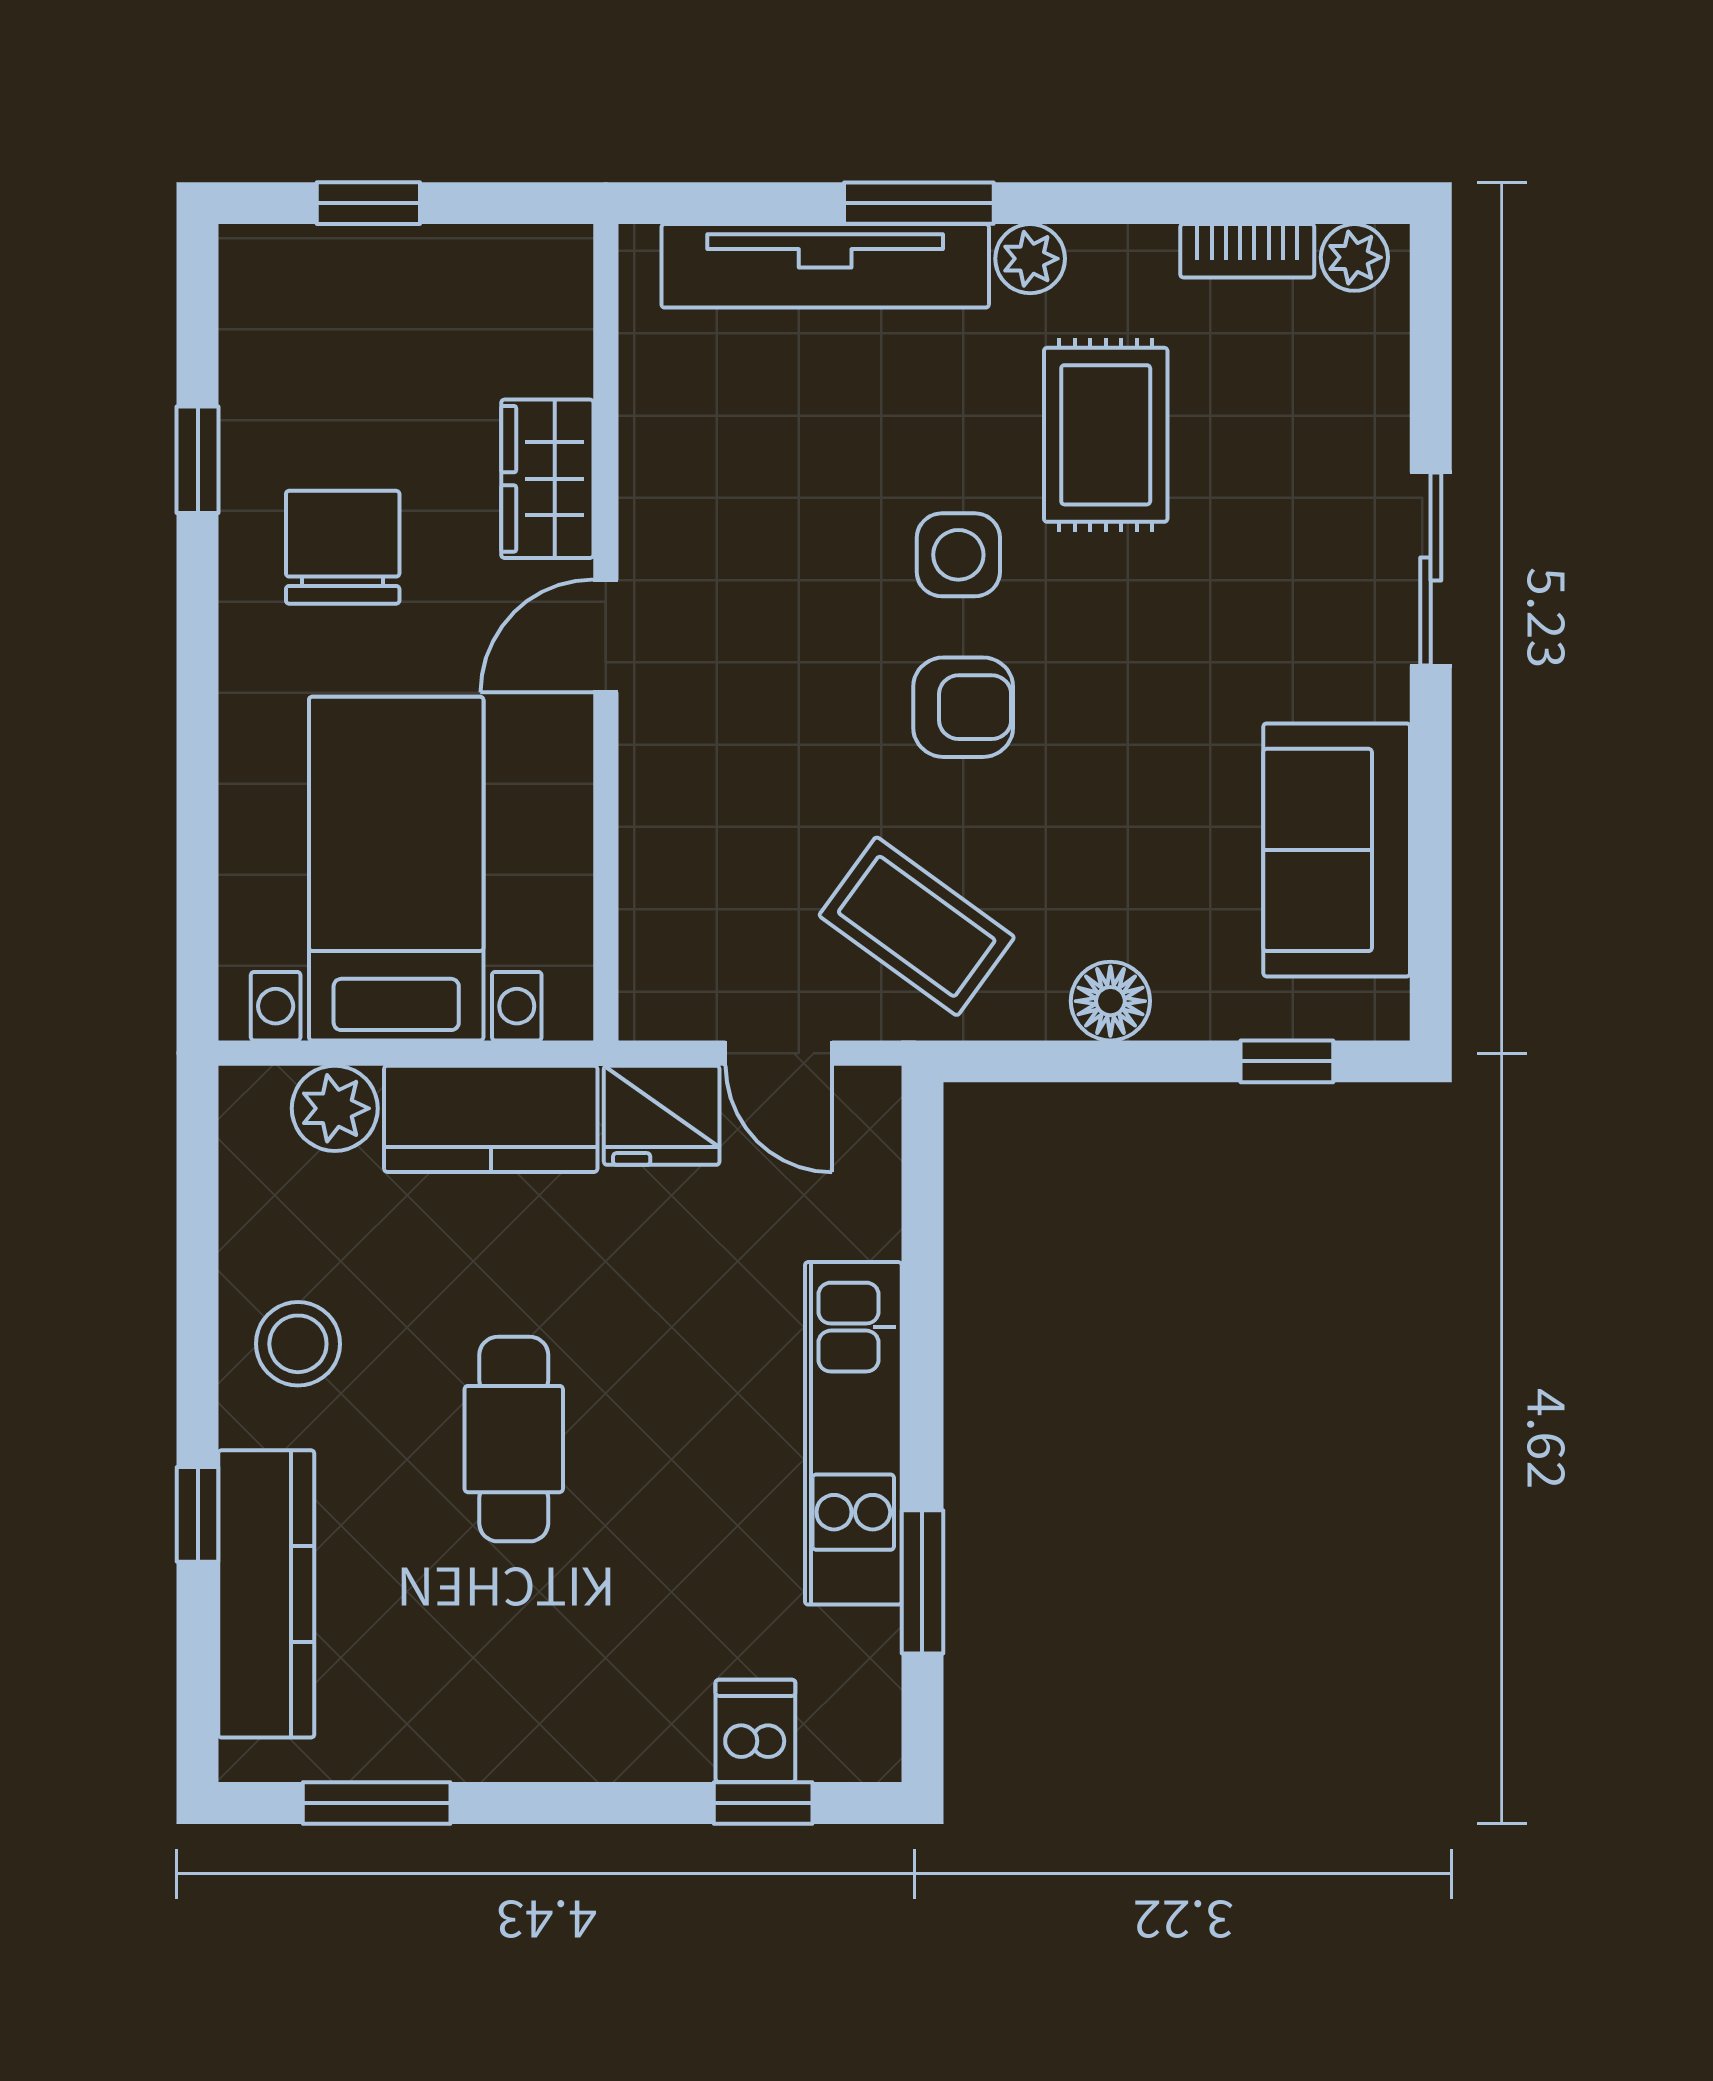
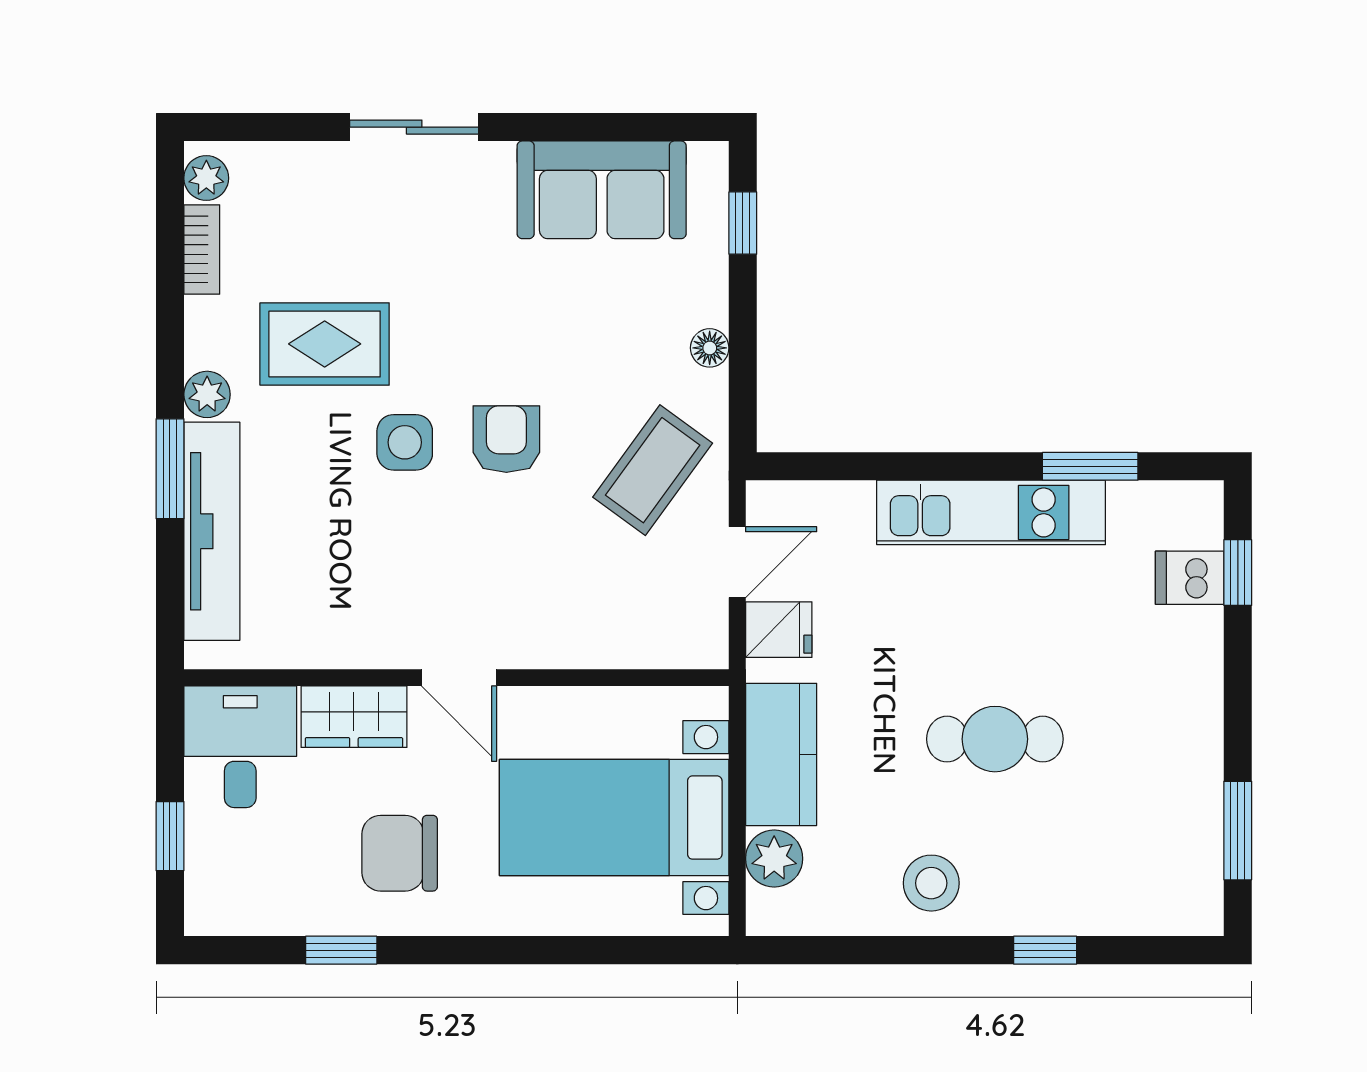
desk: (502, 308) -> (240, 747), added
floor lamp: (1110, 1001) -> (710, 348), width x0.73, depth x0.73
fridge: (662, 1115) -> (779, 630), width x0.72
kitchen counter: (266, 1594) -> (1098, 904), removed

